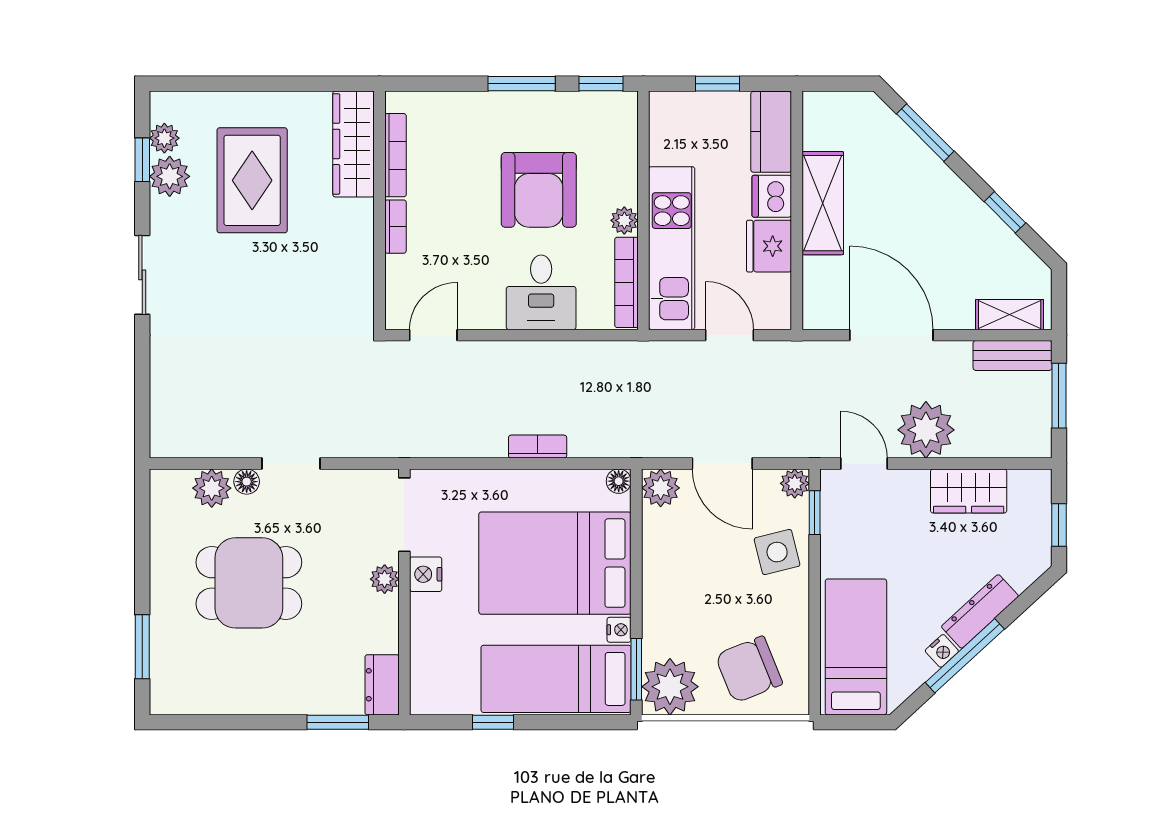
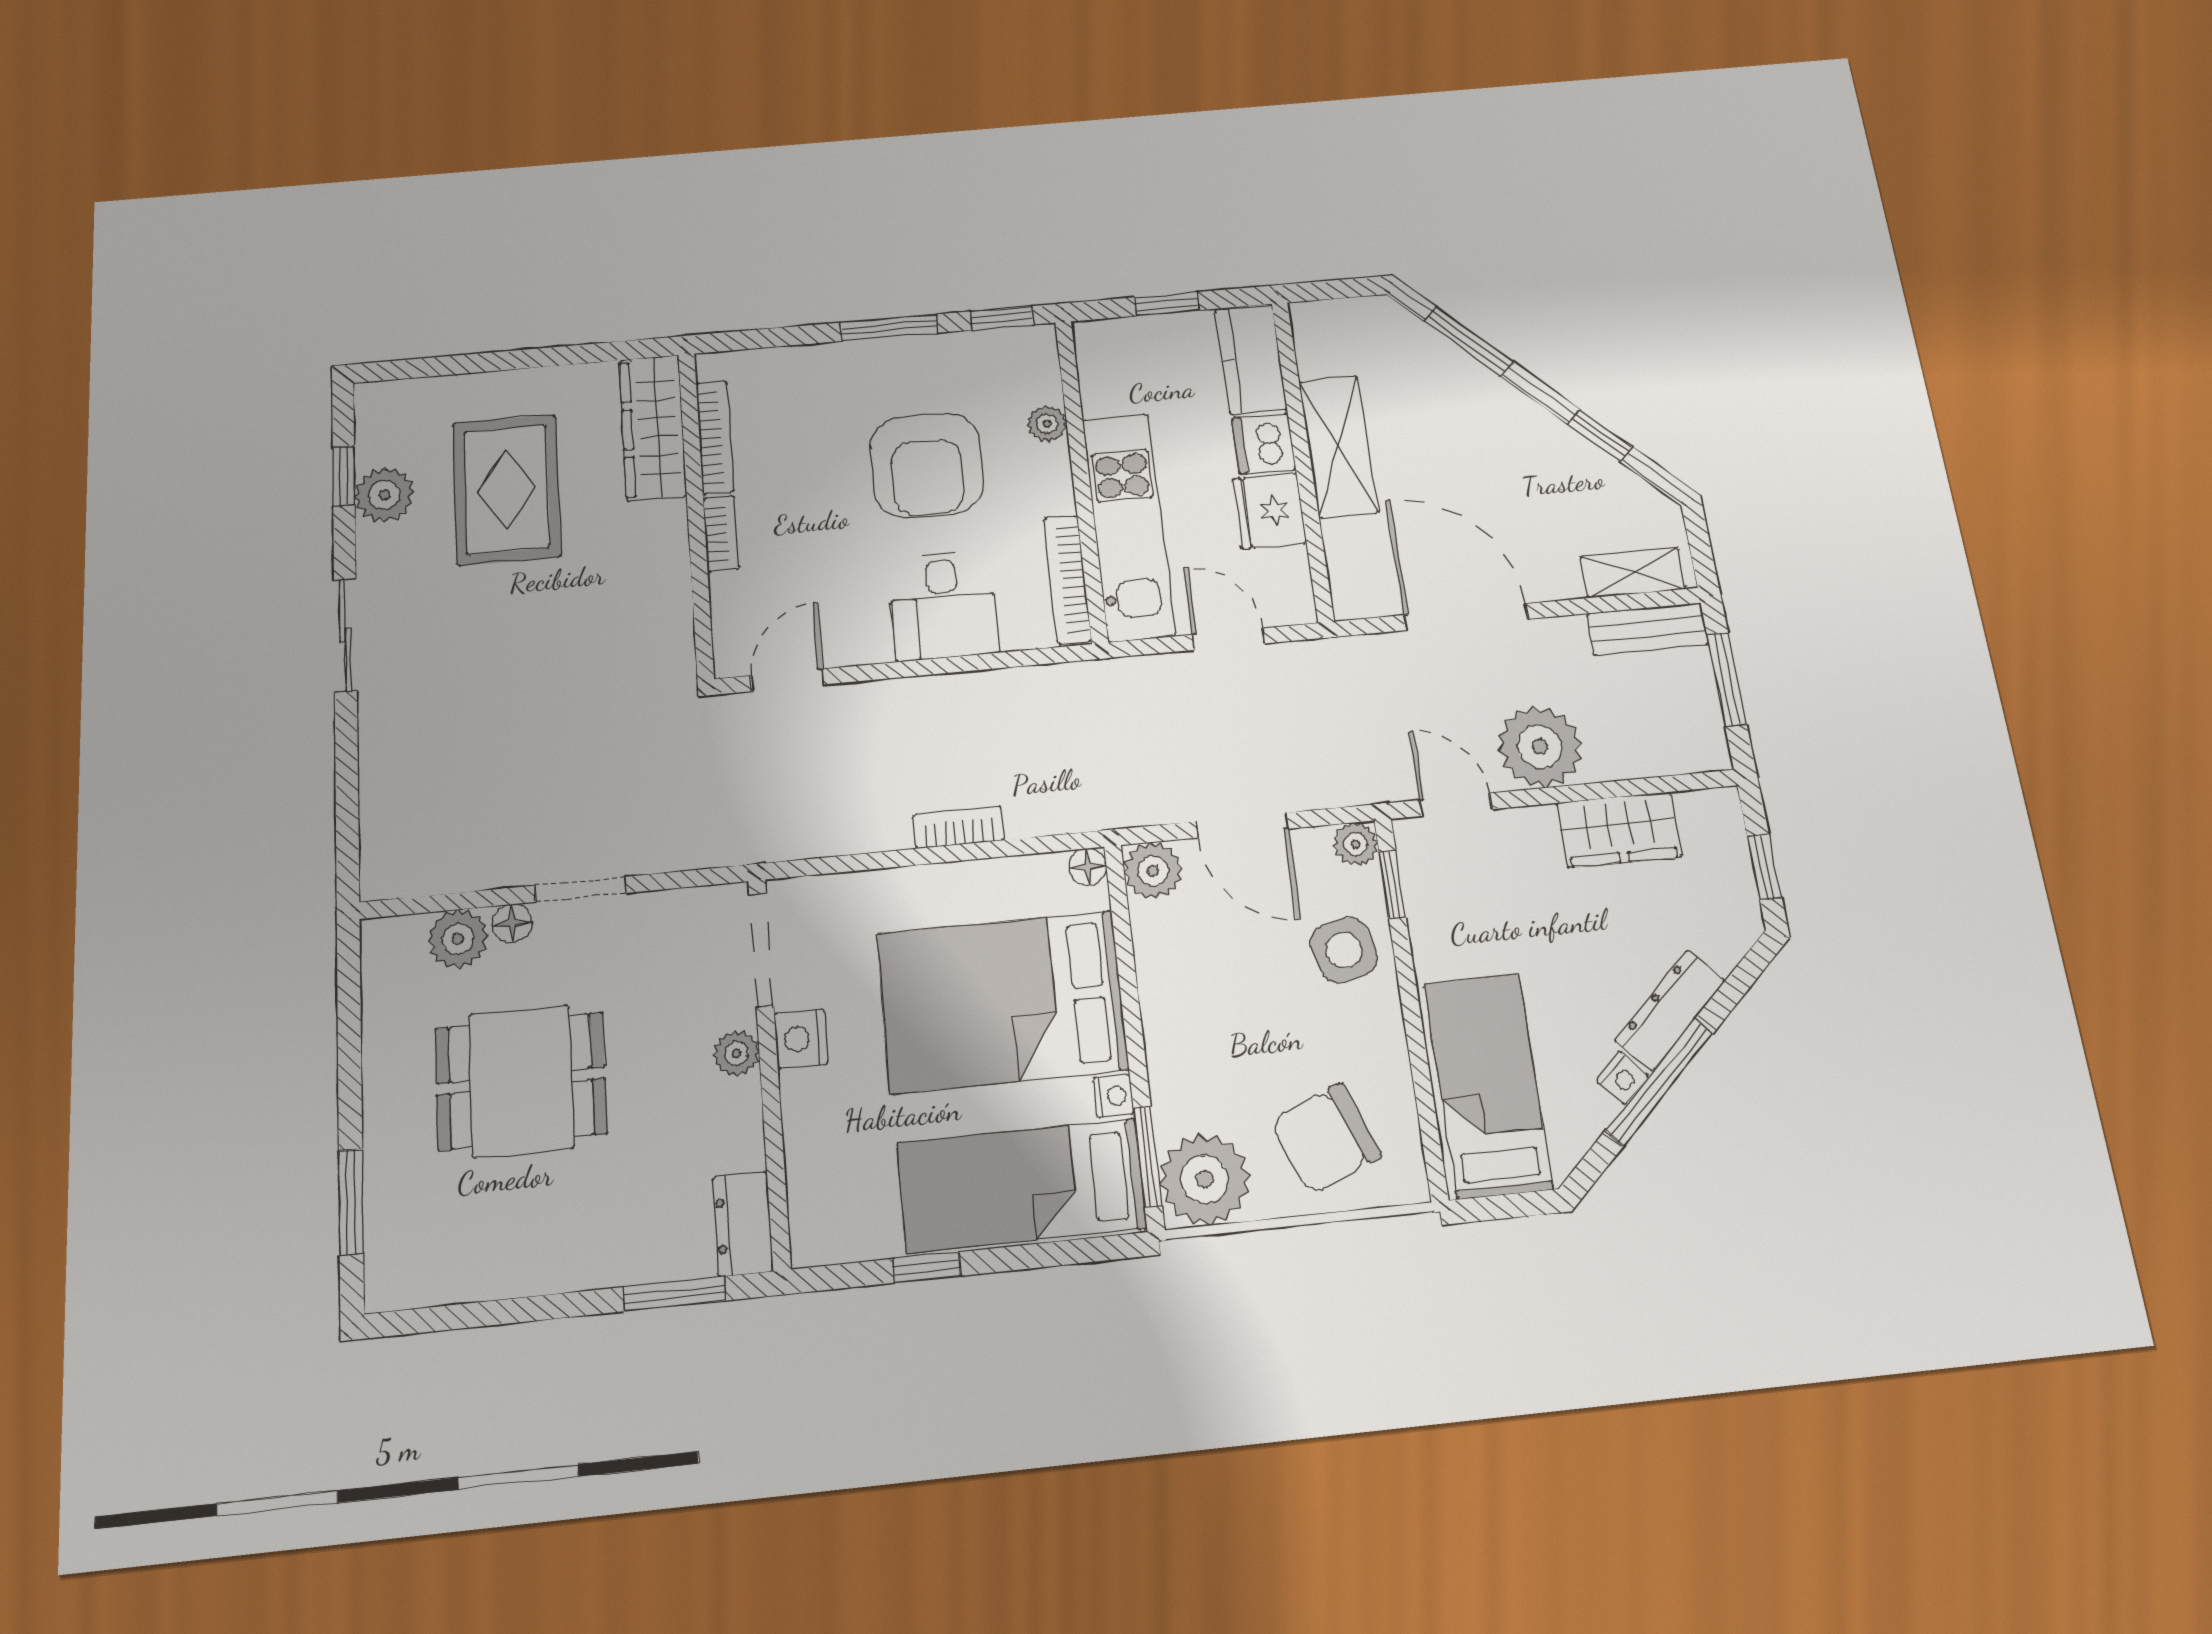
plant: (164, 138) -> (376, 444), removed
plant: (624, 220) -> (1047, 424), moved

